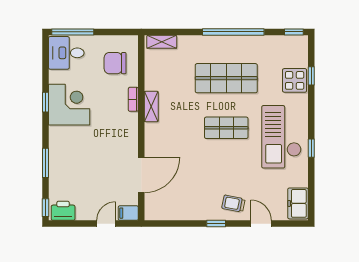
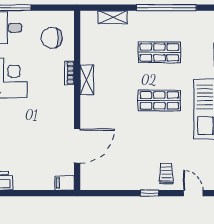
shelving: (162, 42) -> (113, 17), moved
shop shelf: (226, 78) -> (159, 52), width x0.70, depth x0.74
trolley: (233, 204) -> (166, 174), turned 79
door: (106, 224) -> (43, 193), removed

